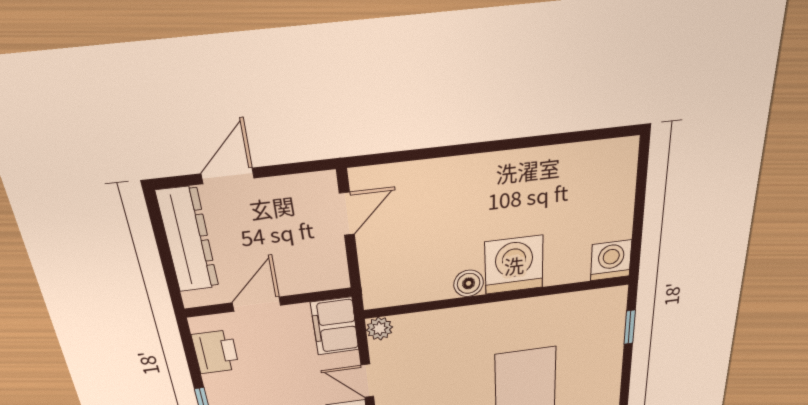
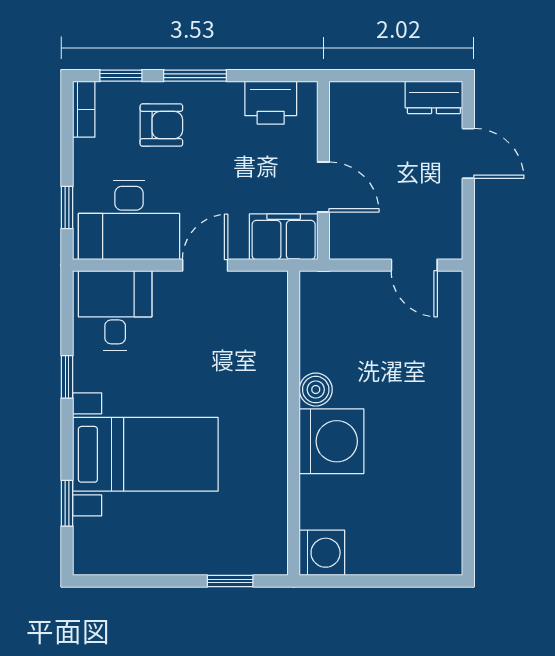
dresser: (188, 240) -> (434, 97), width x0.51, depth x0.80
door: (257, 304) -> (323, 187), moved
plant: (379, 329) -> (273, 286), removed

